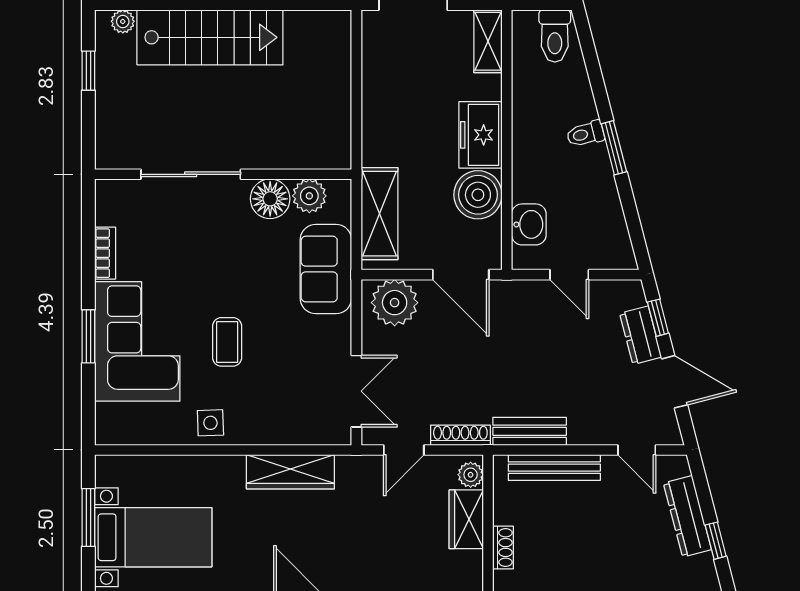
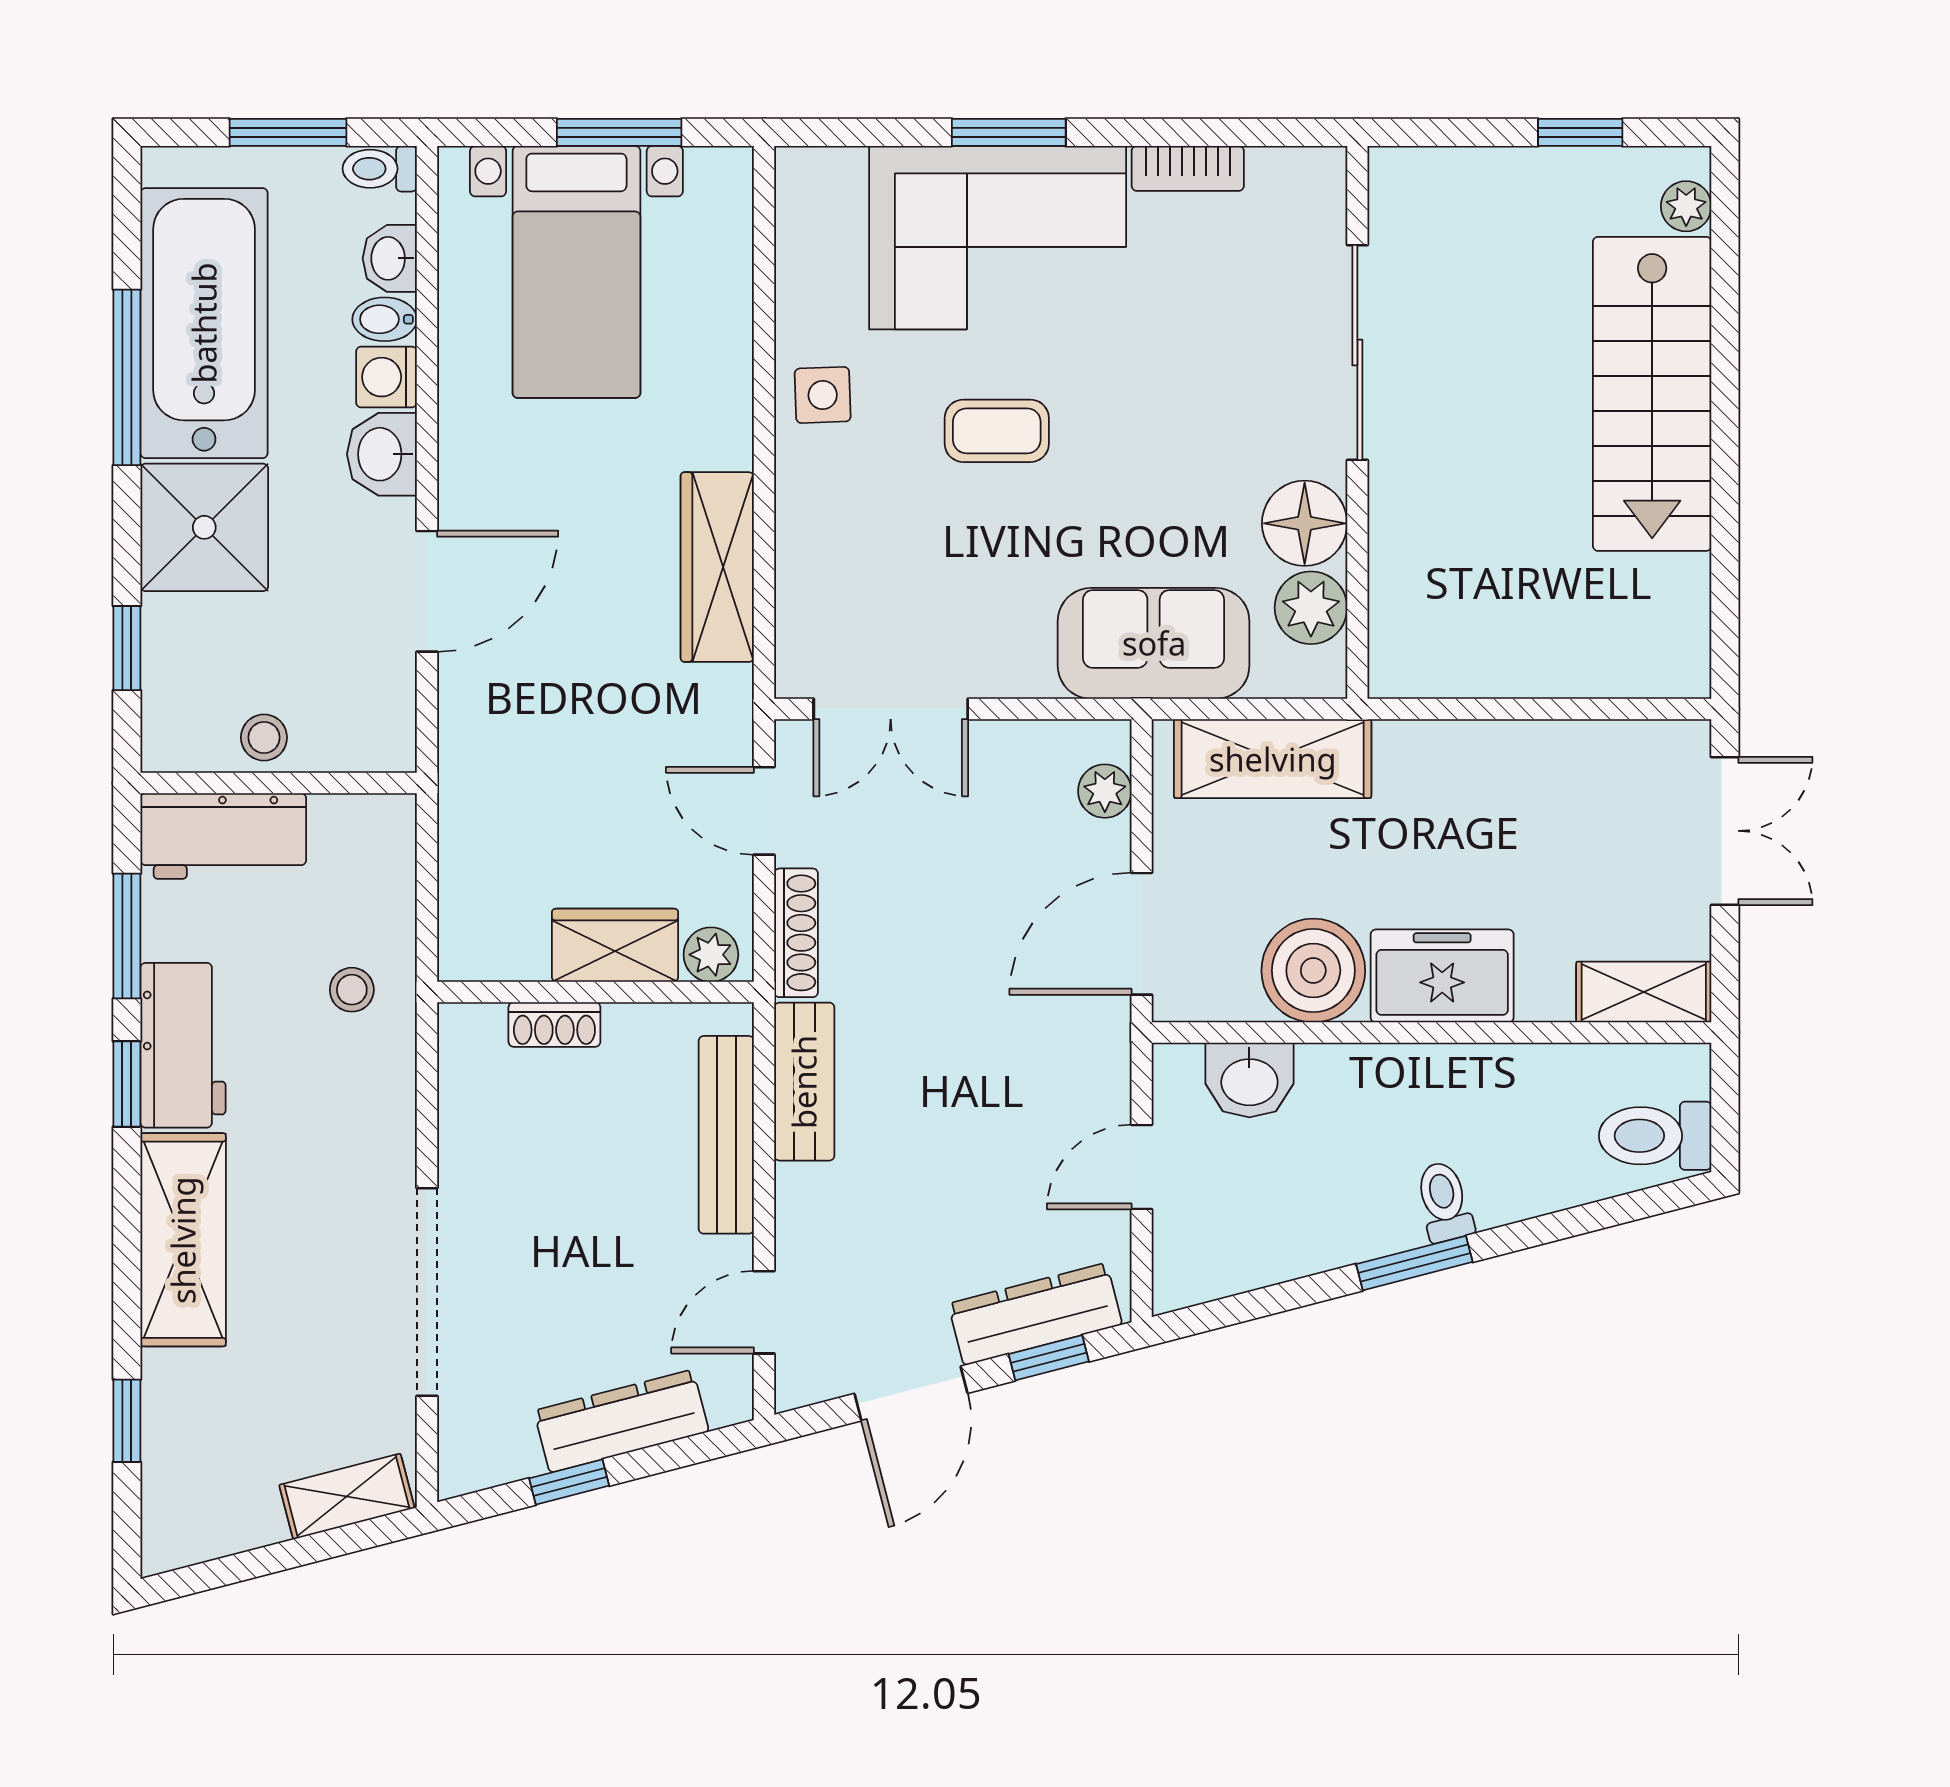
plant: (395, 303) -> (1105, 791), width x0.53, depth x0.53
dresser: (641, 335) -> (1035, 1314), width x1.44

